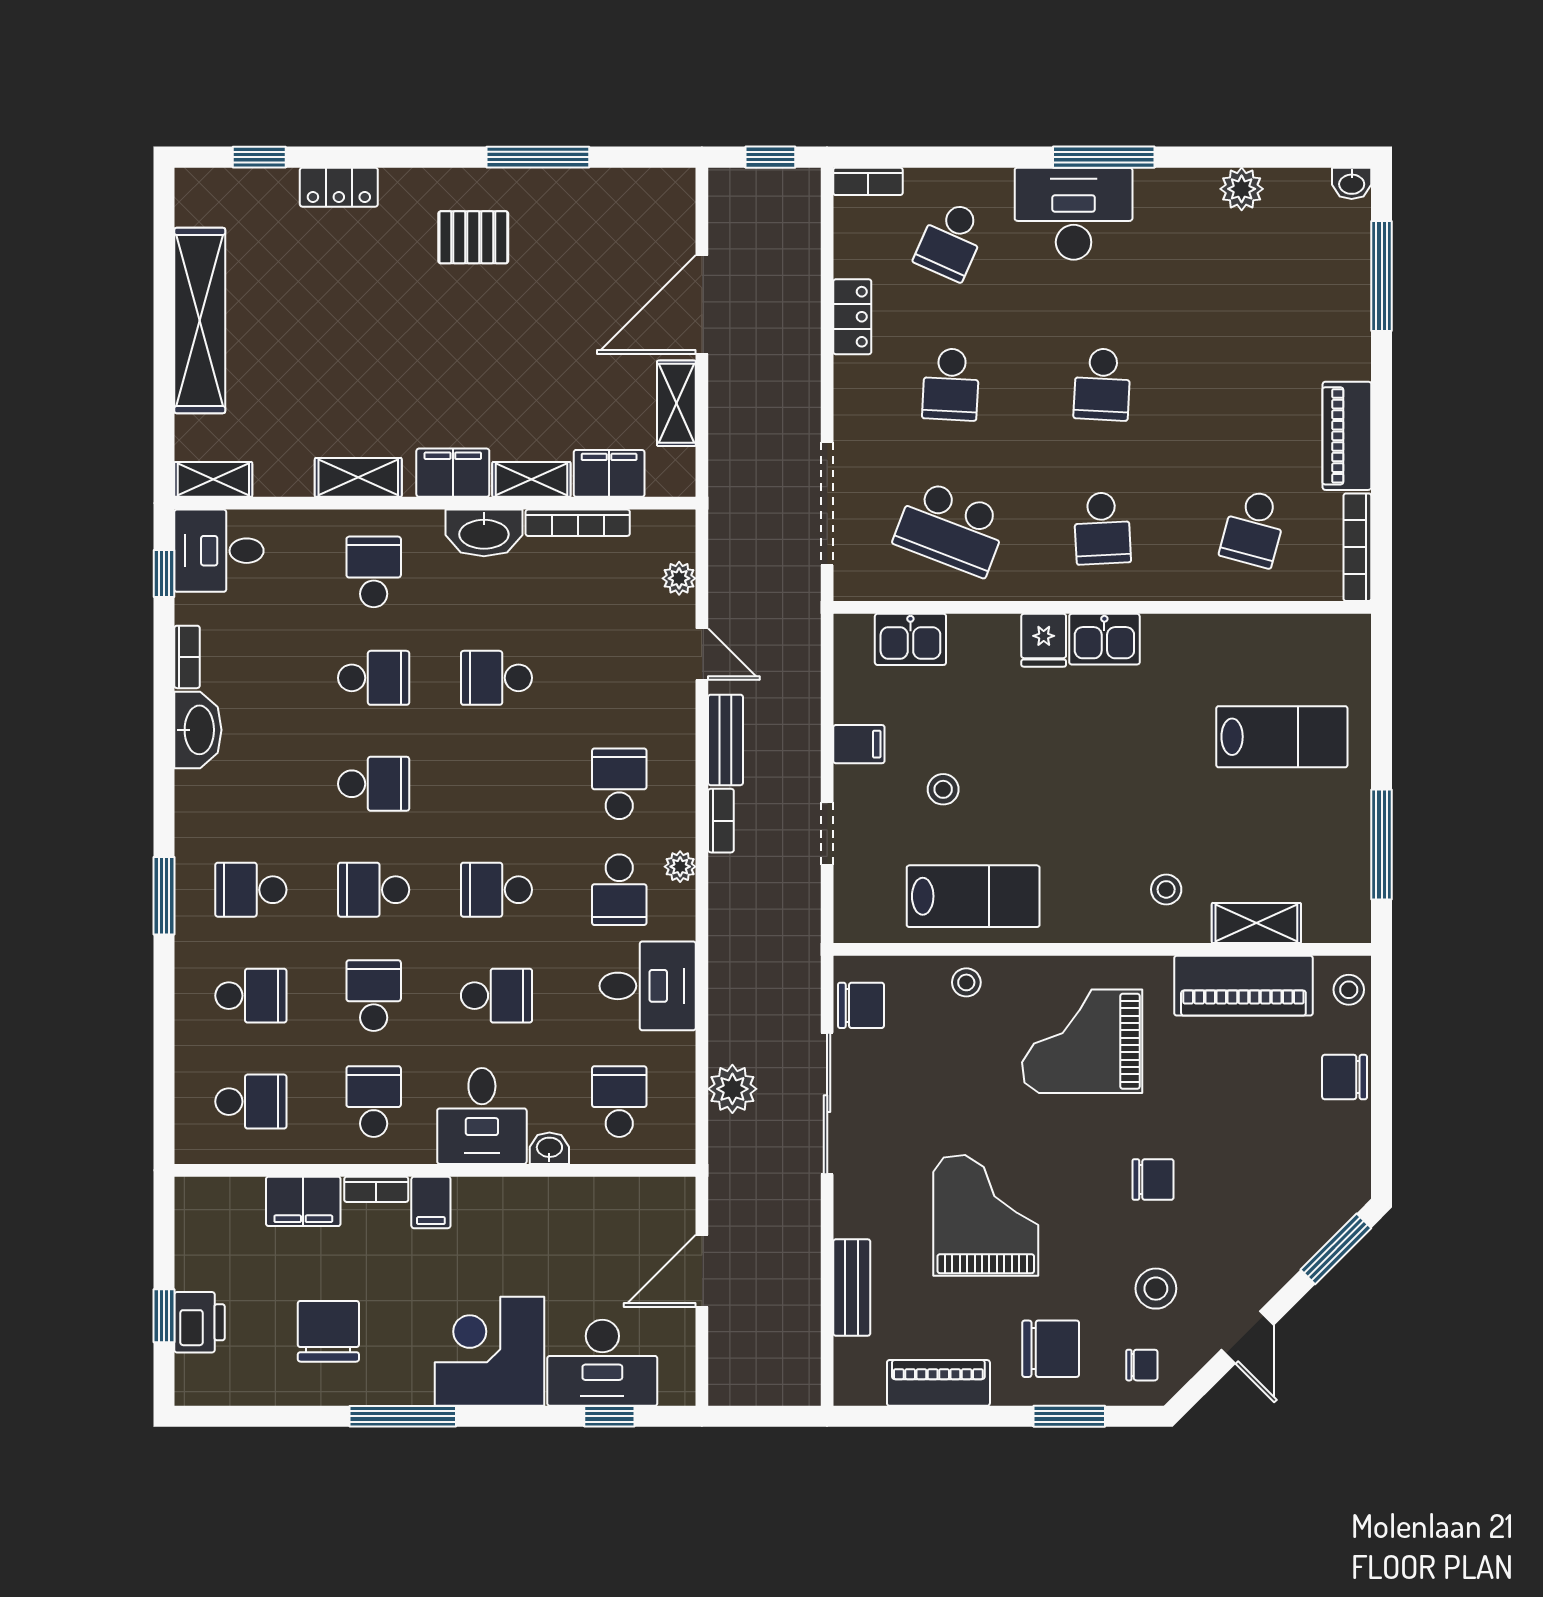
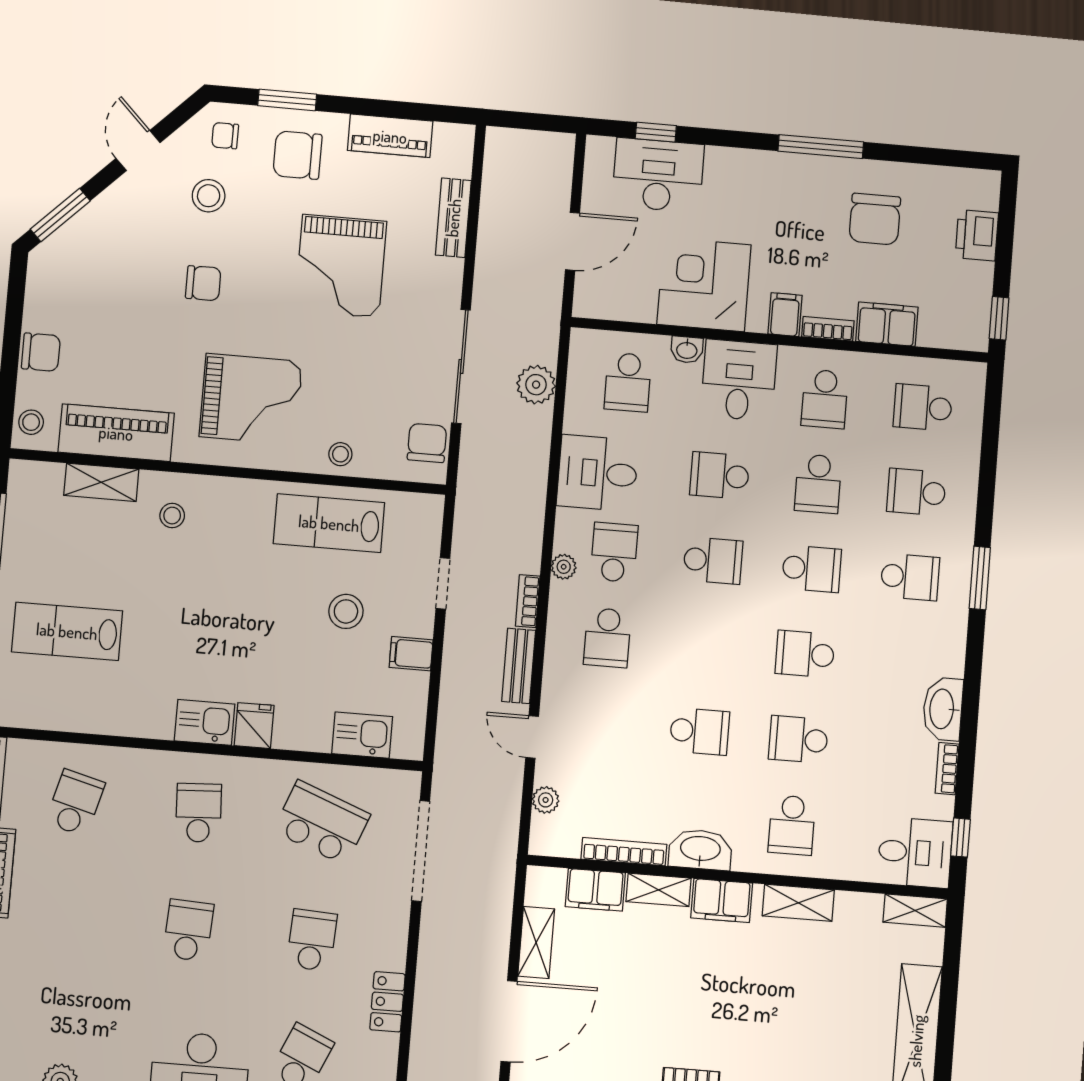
stool: (943, 789) -> (346, 611), width x1.37, depth x1.37
chair: (861, 1005) -> (427, 443), turned 90
chair: (1153, 1179) -> (203, 283), turned 180
window: (164, 1316) -> (999, 318), moved
corner desk: (489, 1351) -> (704, 285), moved, turned 180

